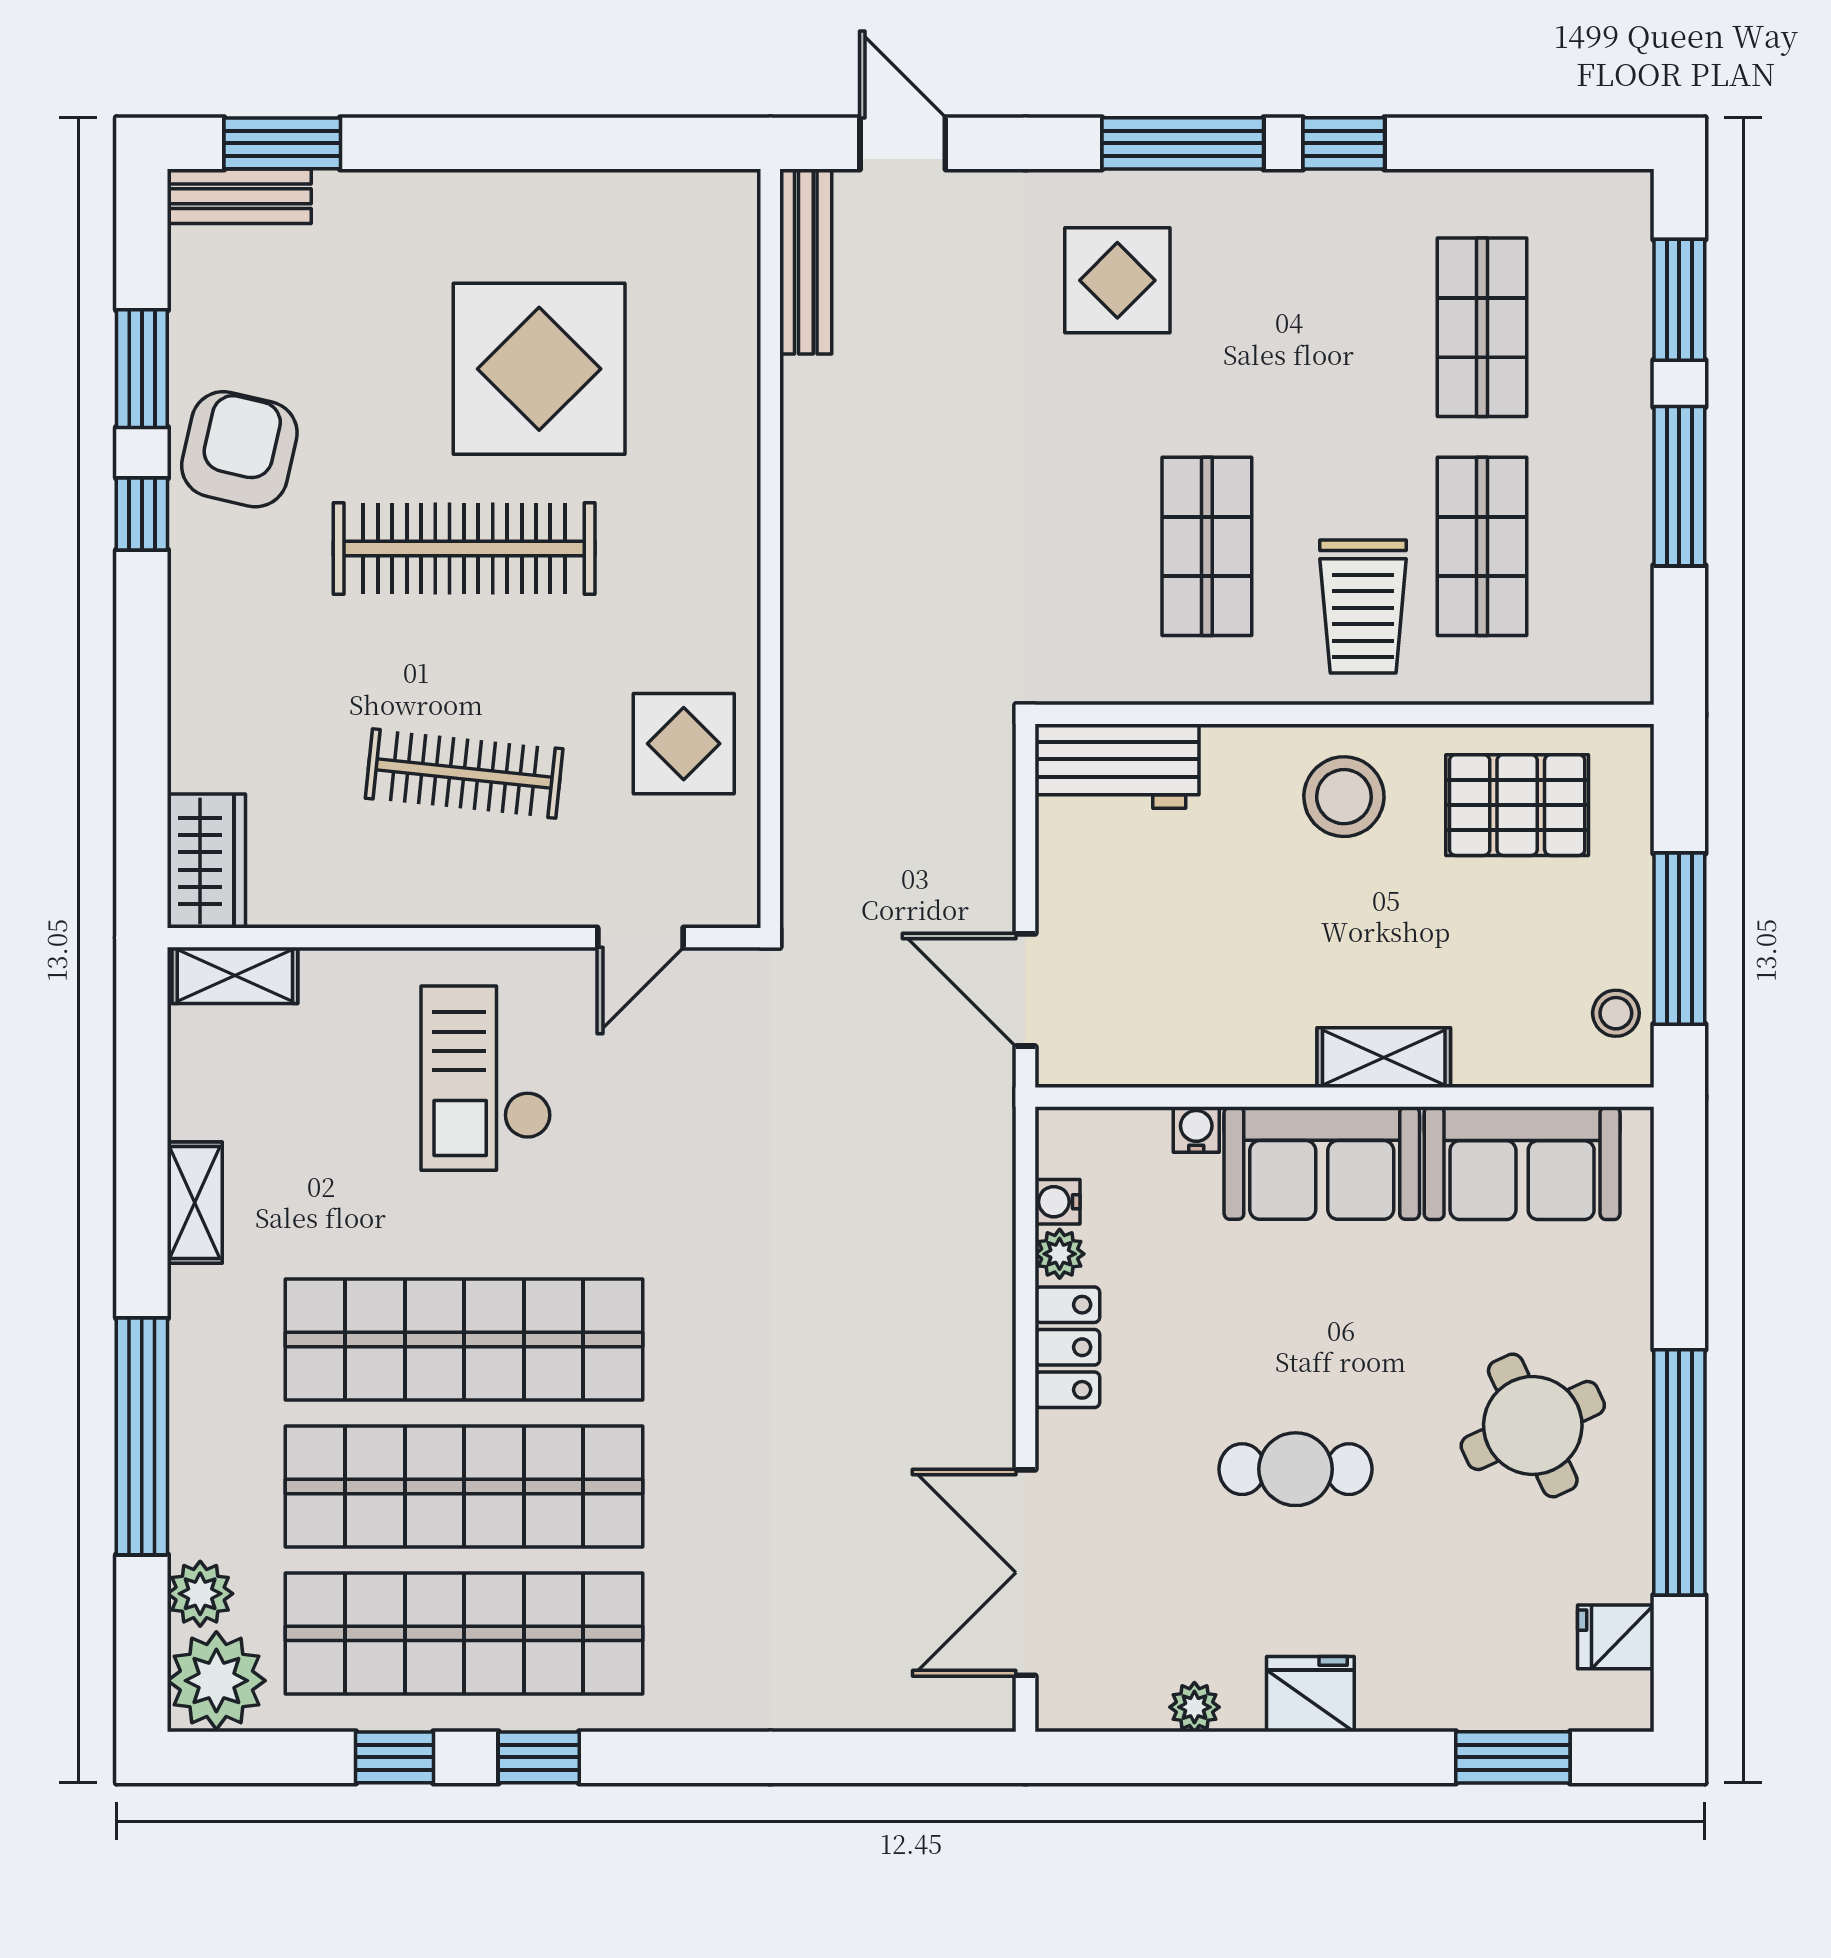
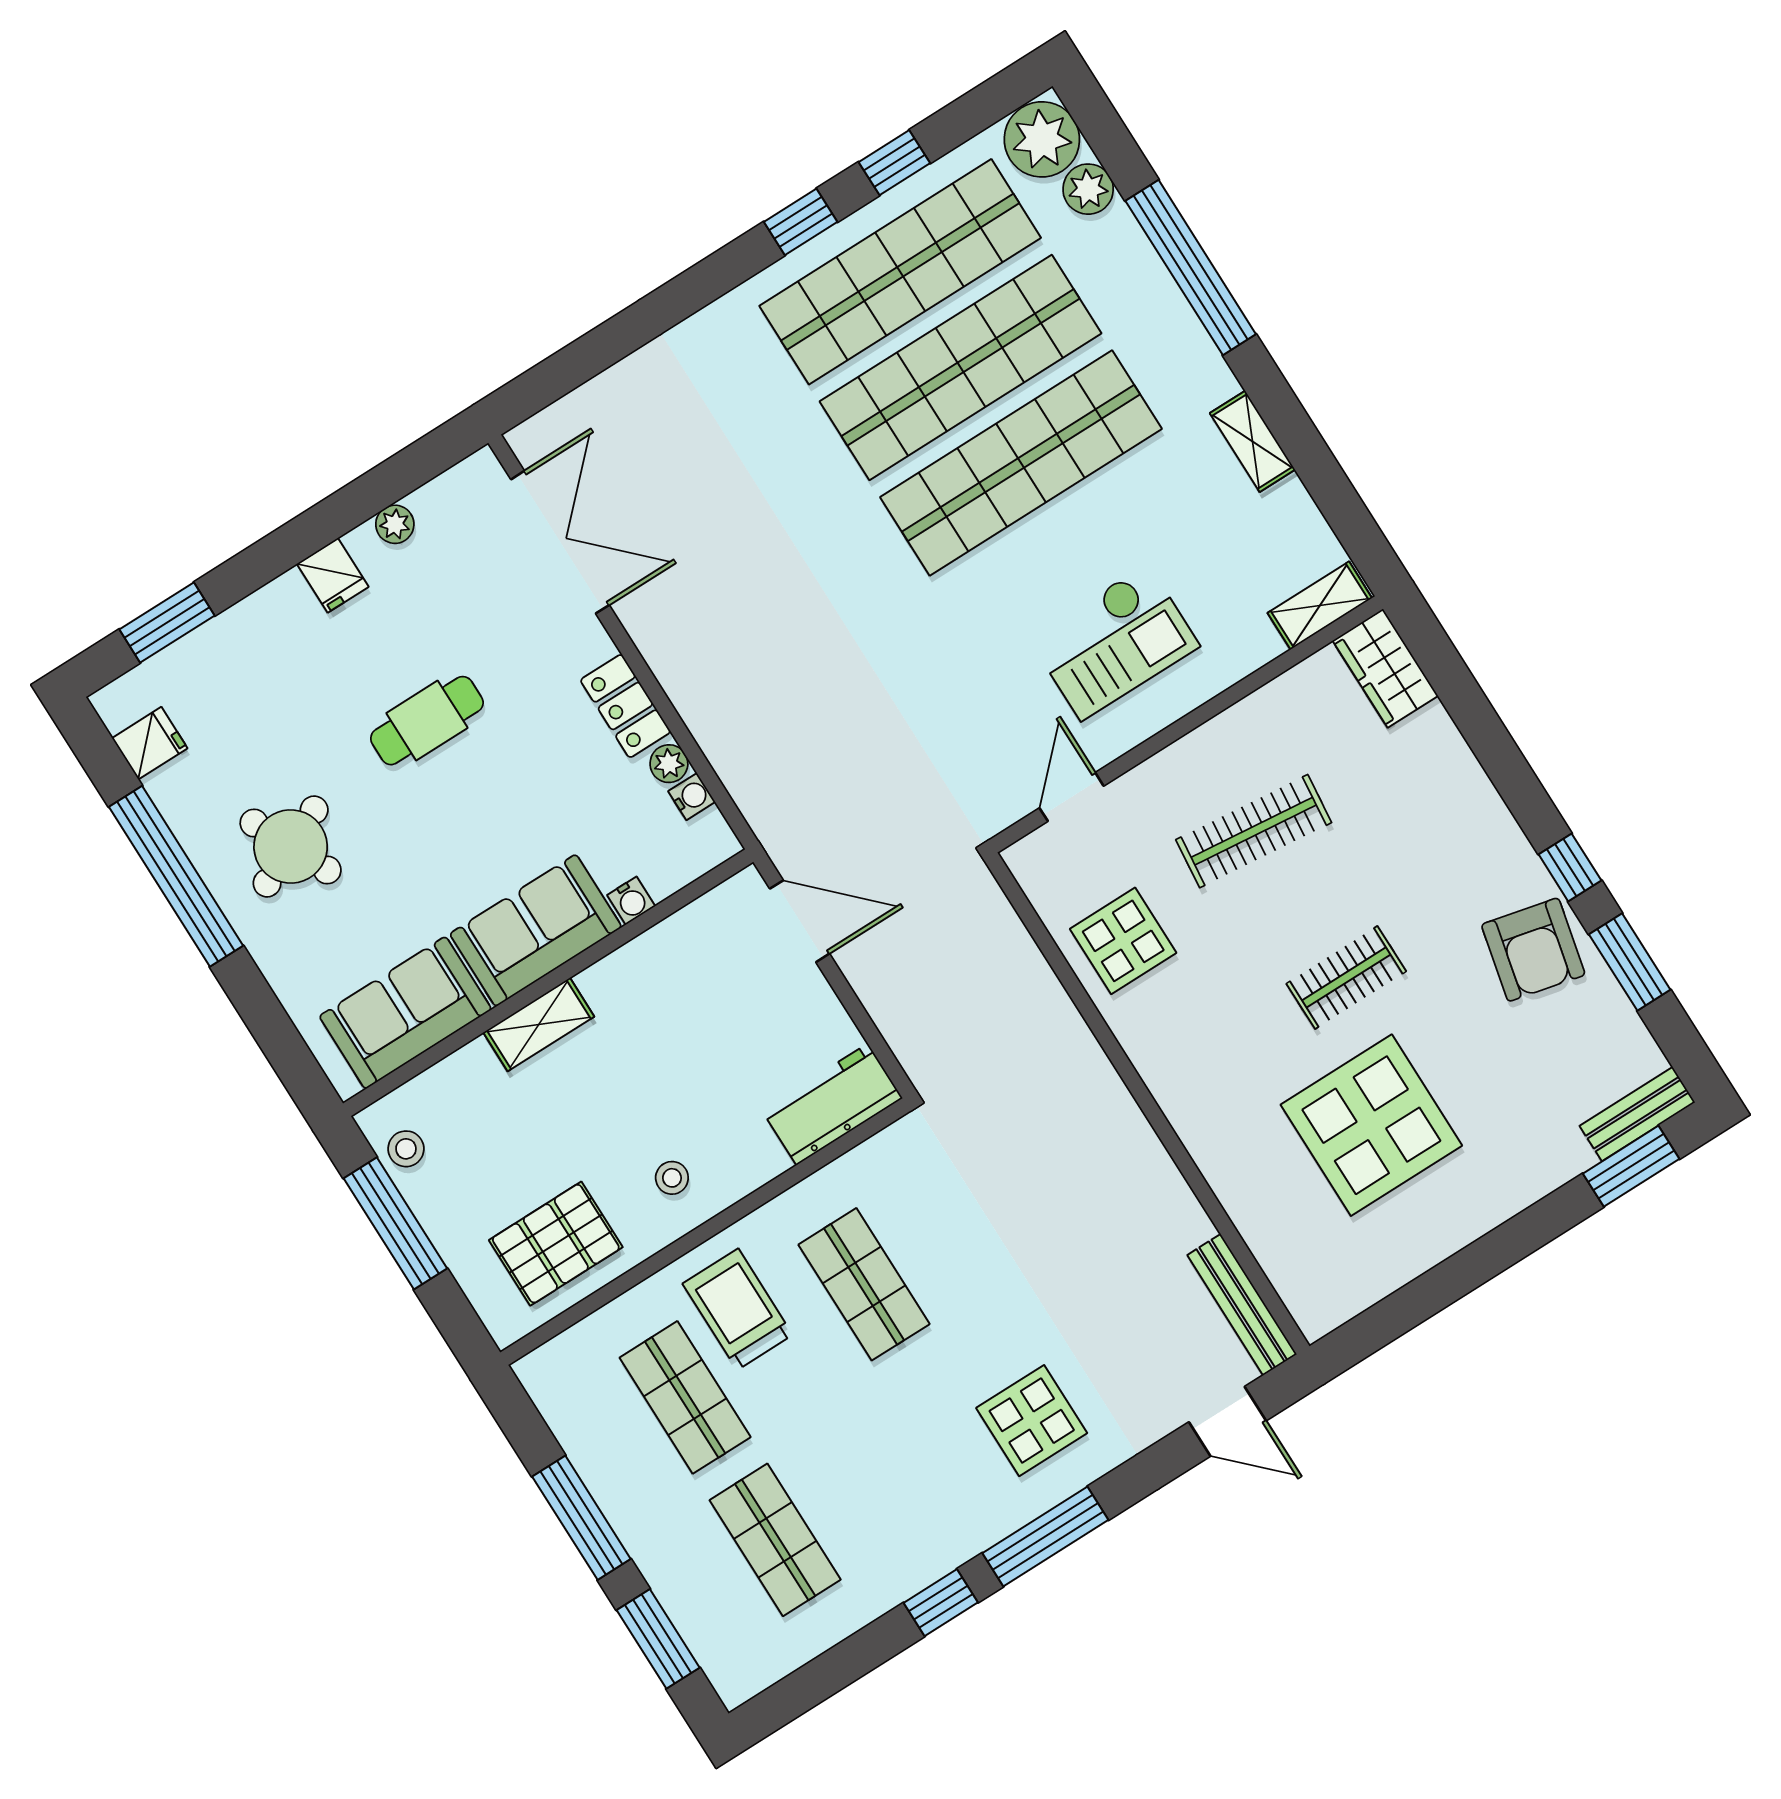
clothes rail: (464, 548) -> (1346, 977), width x0.54, depth x0.76
stool: (1344, 797) -> (672, 1178), width x0.53, depth x0.53
checkout: (486, 1078) -> (1114, 642), turned 90
fridge: (1310, 1694) -> (333, 575), width x0.72

